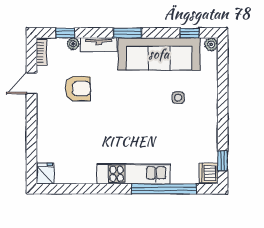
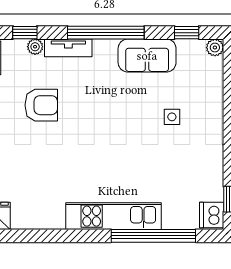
window: (127, 33) -> (106, 33), width x2.11
sofa: (159, 54) -> (147, 56), width x0.54, depth x0.79

